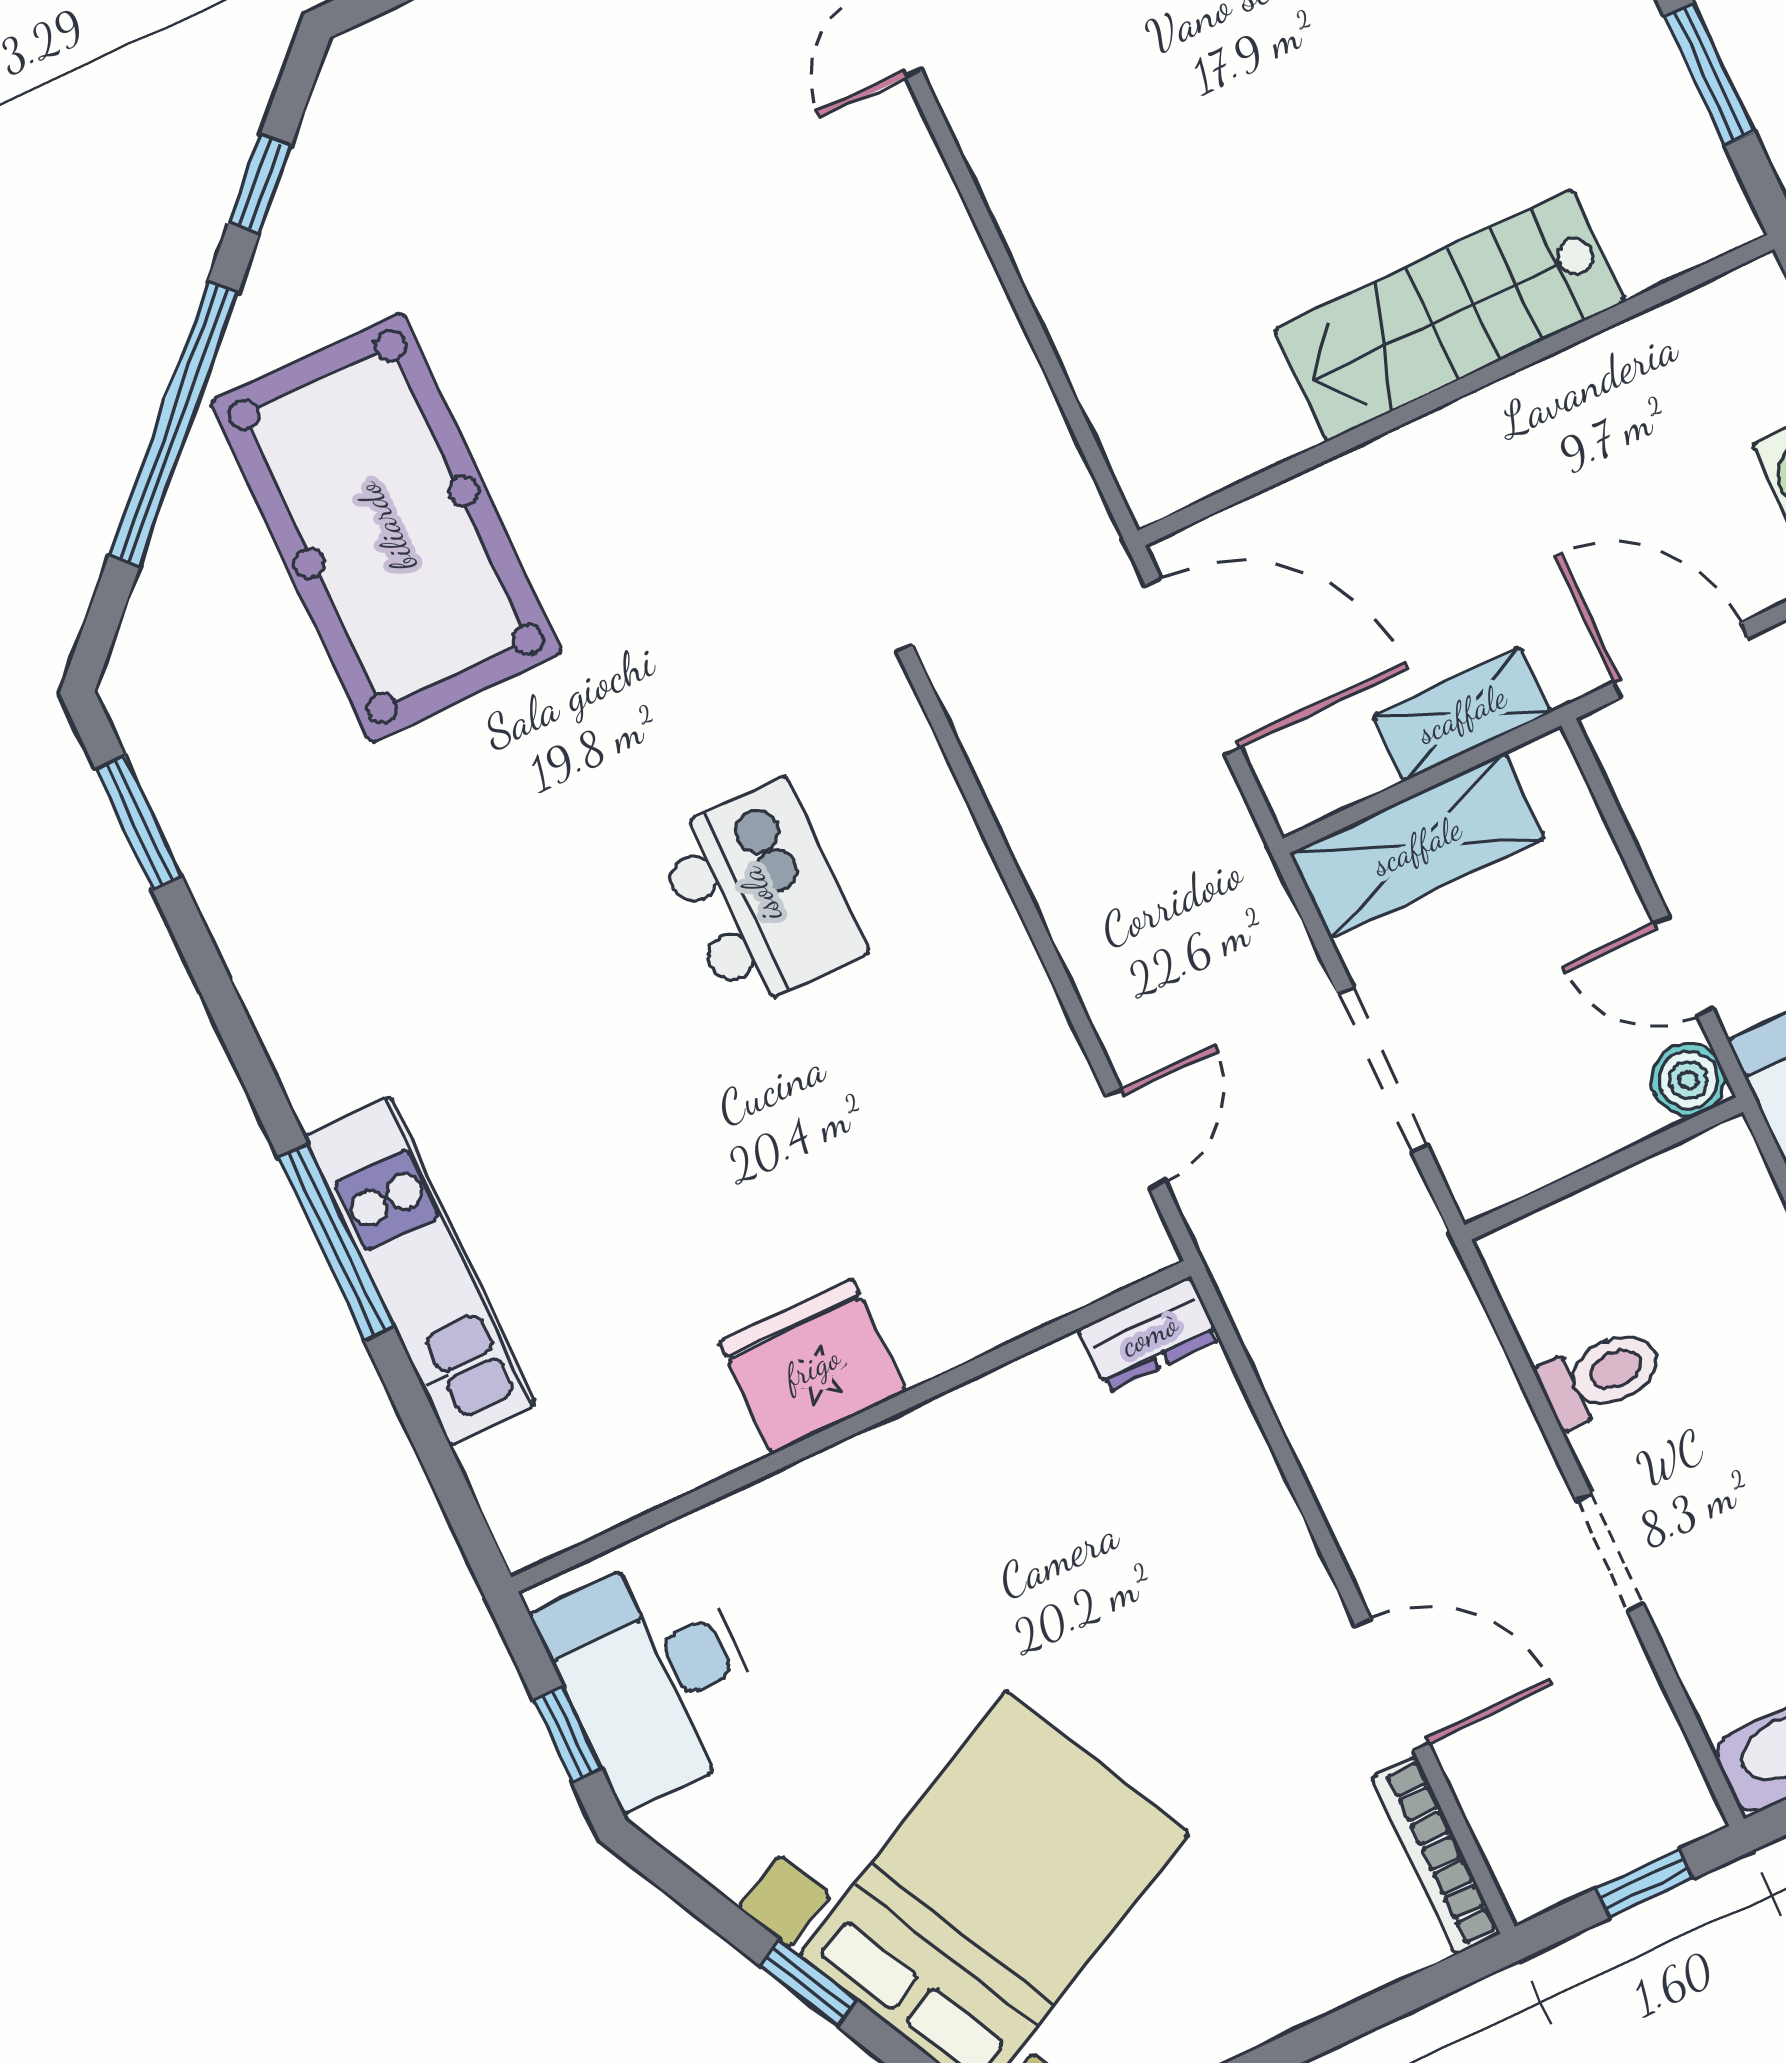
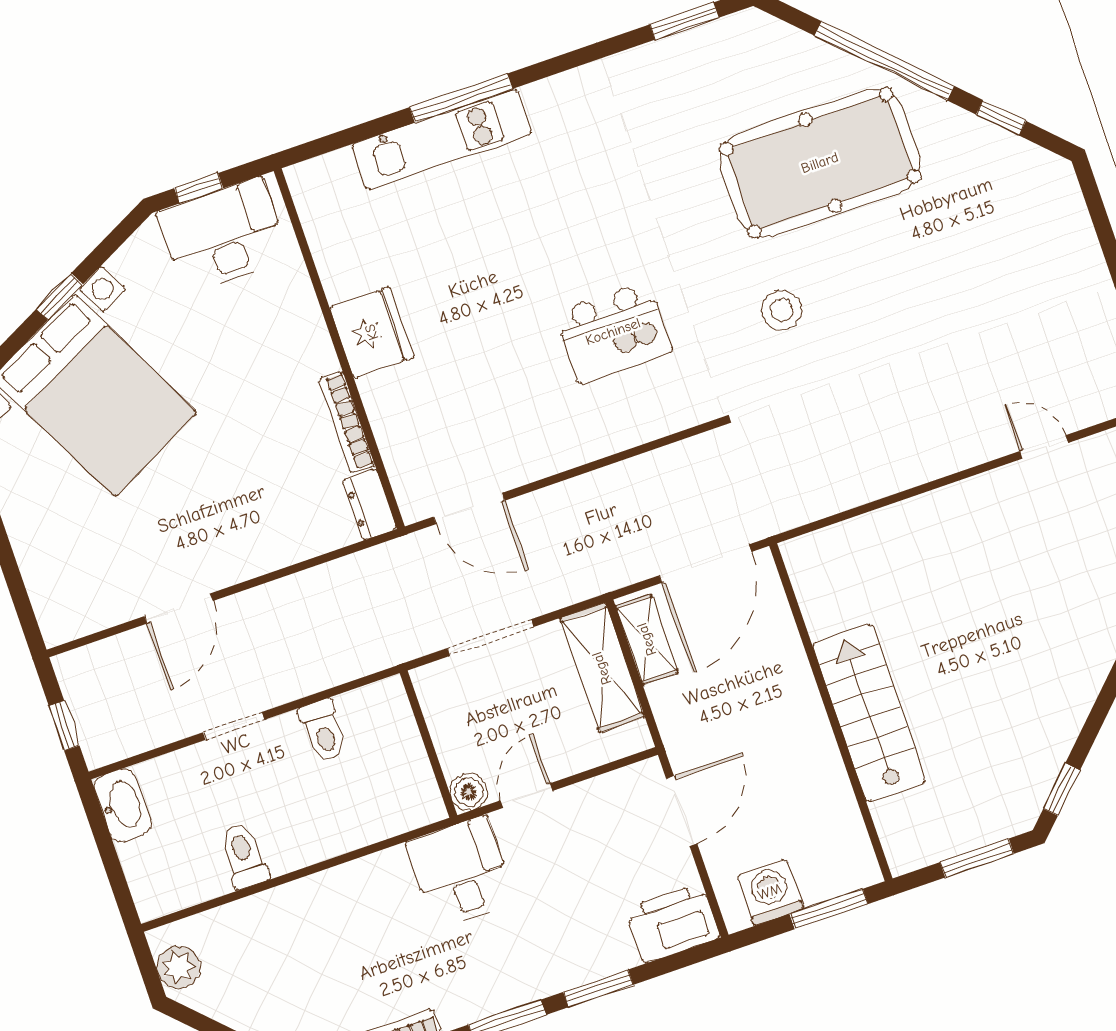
stool: (682, 571) -> (782, 310), added
shelving: (1462, 714) -> (647, 639), moved
door: (1135, 1139) -> (469, 509), width x1.38
bookcase: (1436, 1855) -> (347, 422), moved, turned -90

